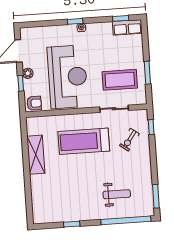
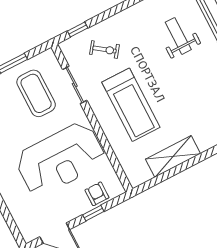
plant: (28, 73) -> (77, 210), removed
reception desk: (68, 77) -> (60, 159), turned 180
armchair: (34, 103) -> (97, 194), moved

